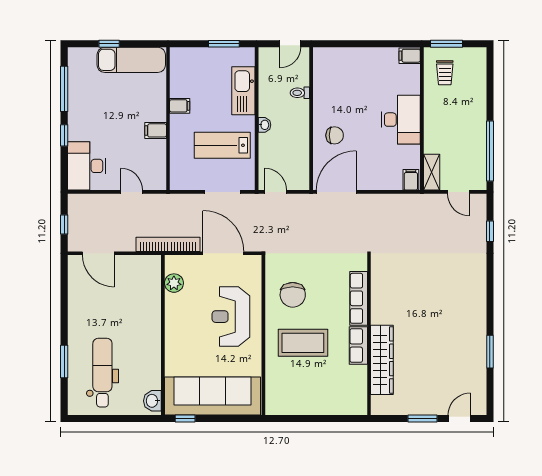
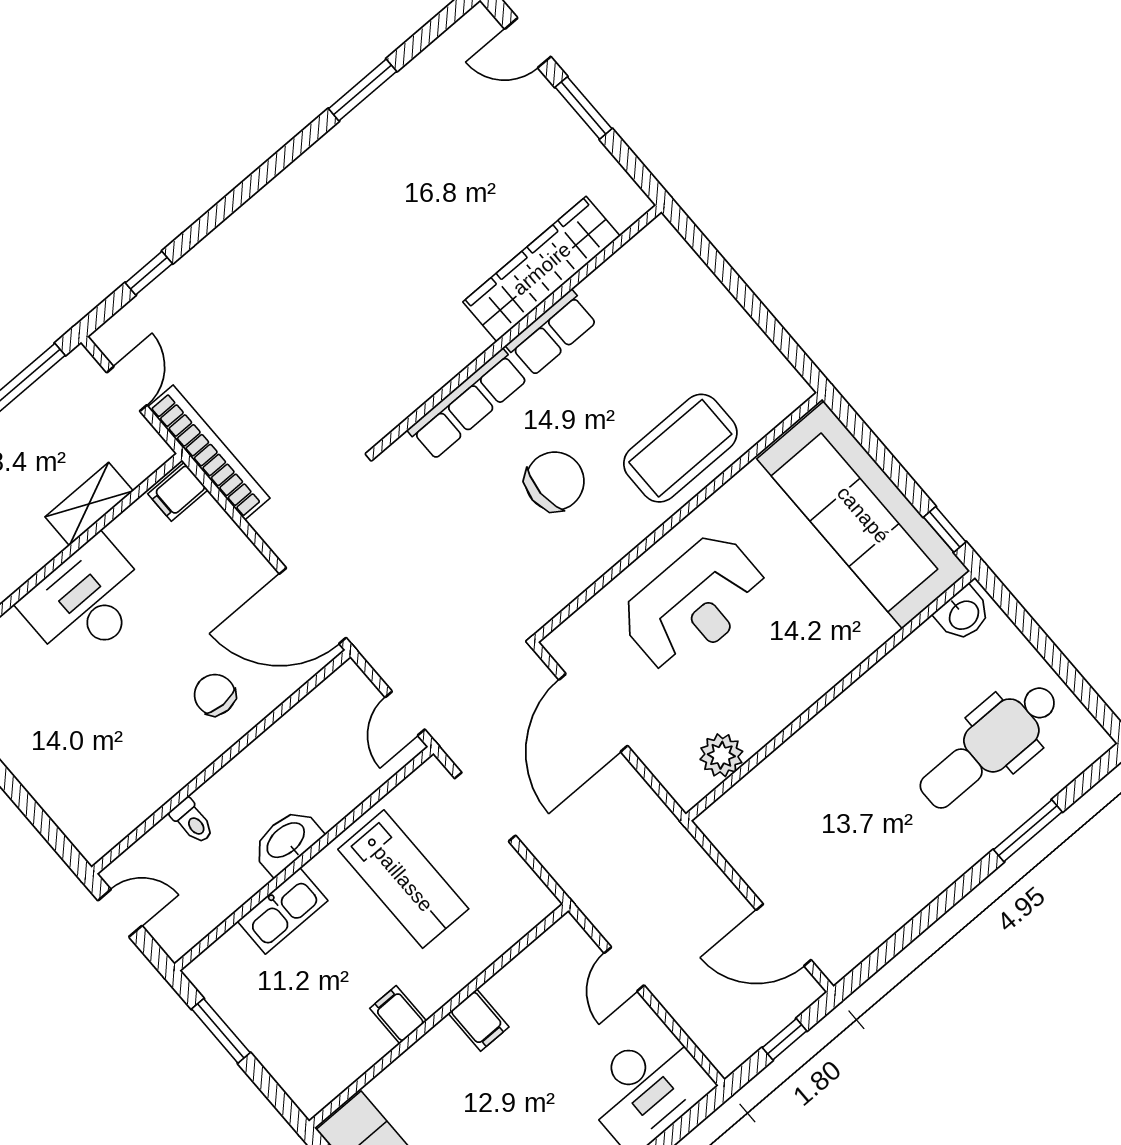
kitchen sink: (243, 91) -> (283, 911), width x0.73, depth x0.81
washbasin: (264, 125) -> (287, 841), width x1.91, depth x1.45
shelving: (432, 172) -> (89, 504), moved
bookcase: (168, 244) -> (209, 452), moved, turned 180
door: (98, 253) -> (784, 935), swing flipped
chair: (293, 295) -> (555, 481), moved
coffee table: (303, 343) -> (680, 448), moved, turned 90

